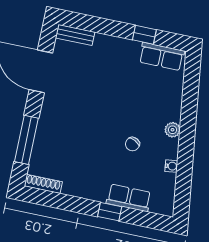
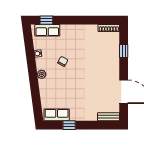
window: (26, 140) -> (124, 51), width x0.46
row of seats: (129, 198) -> (47, 30), moved
window: (110, 212) -> (46, 20), moved

